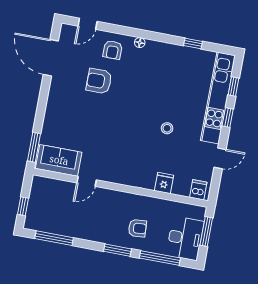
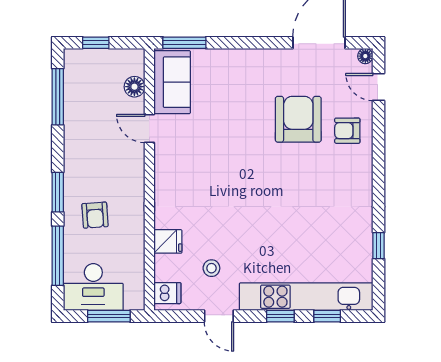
floor lamp: (140, 43) -> (365, 56), moved
armchair: (99, 81) -> (298, 119), width x1.36, depth x1.36
stool: (167, 128) -> (211, 268), moved
floor lamp: (57, 186) -> (134, 87), added

